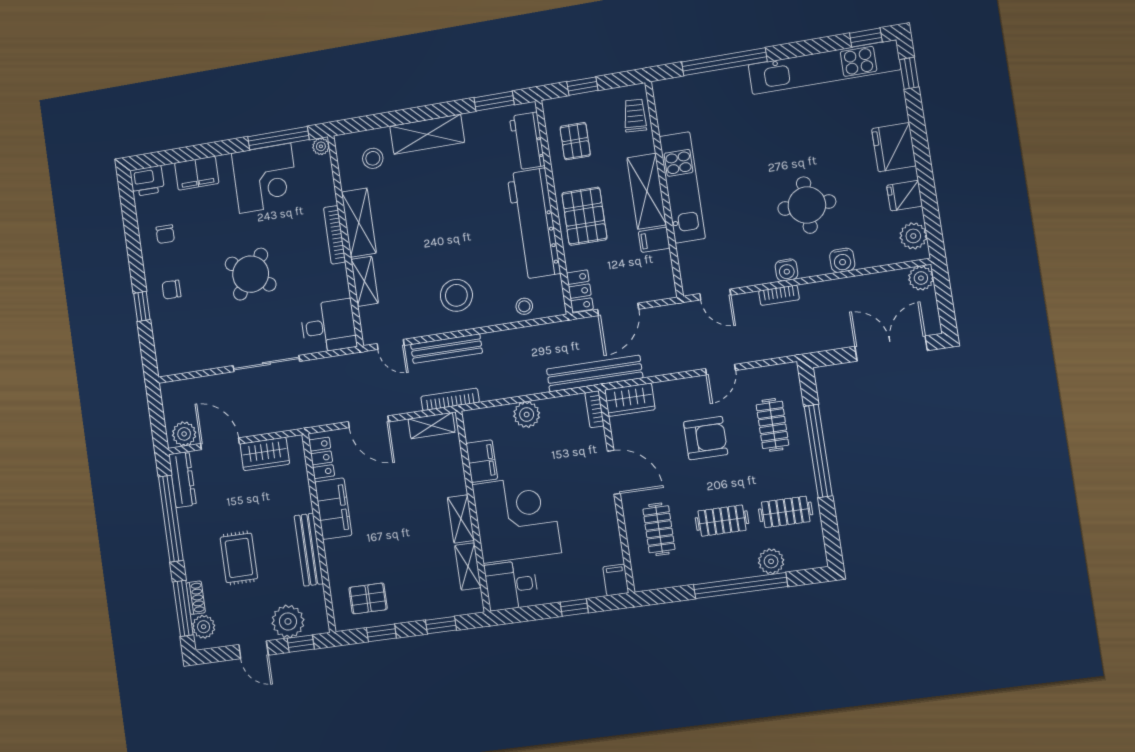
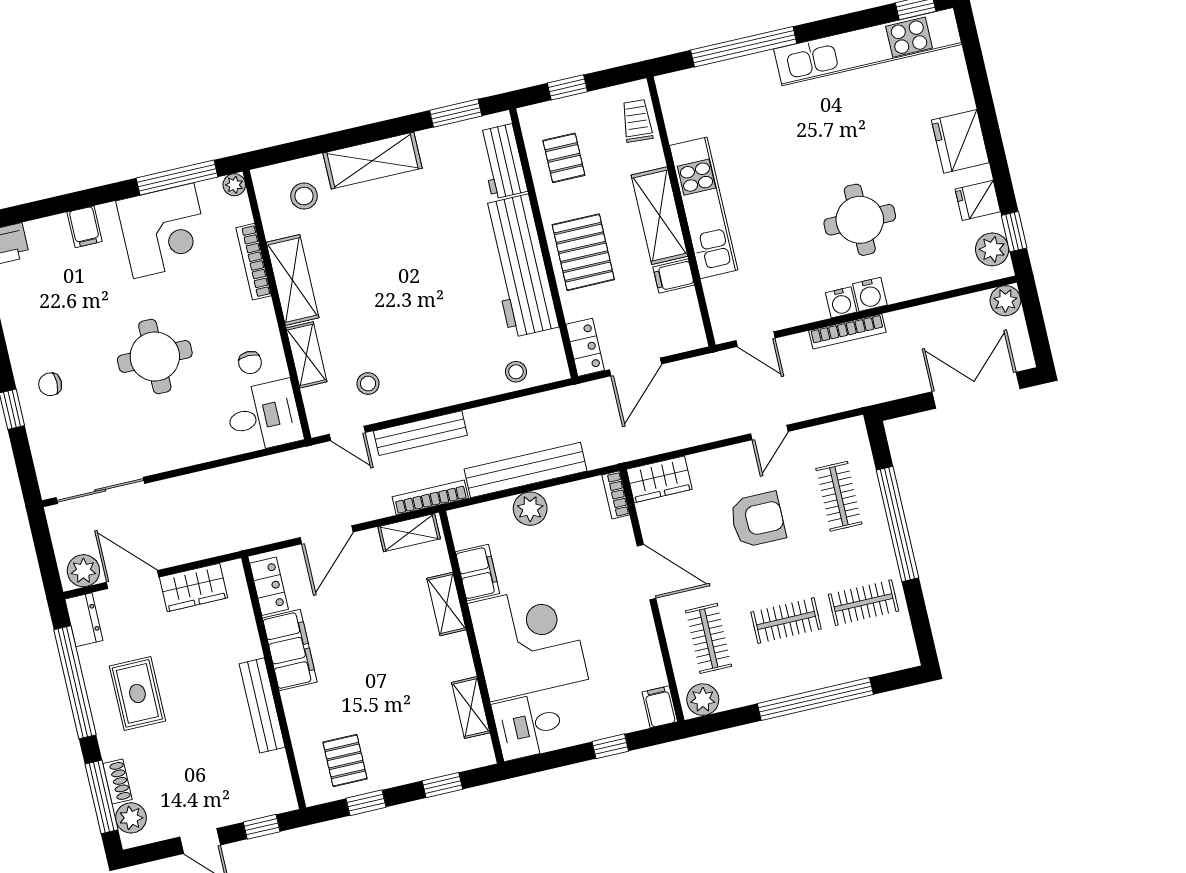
window: (909, 73) -> (1014, 232), moved
filing cabinet: (197, 173) -> (85, 227), width x0.50
chair: (165, 234) -> (250, 363), moved
bookcase: (335, 235) -> (254, 262), moved
water cooler: (842, 260) -> (870, 294), moved
round table: (251, 274) -> (155, 356), turned -37
stool: (456, 295) -> (368, 384), moved, width x0.53, depth x0.53
bookcase: (779, 295) -> (847, 331), width x1.56
sliding door: (266, 364) -> (100, 490), moved
bench: (595, 374) -> (525, 470), moved
door: (368, 422) -> (327, 535), hinge flipped
dresser: (182, 480) -> (84, 620), width x0.70
shelving: (461, 519) -> (446, 604), moved
rug: (239, 558) -> (137, 693), moved
plant: (771, 561) -> (703, 700), moved
pallet: (368, 598) -> (345, 760), turned 90
plant: (288, 621) -> (242, 800), removed

